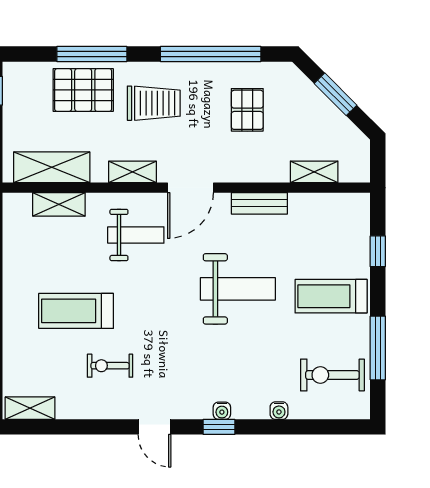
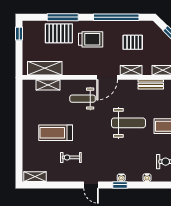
pallet: (247, 110) -> (133, 42), turned 90
shelving: (133, 172) -> (131, 70), moved
bench: (259, 203) -> (151, 84), moved
weight bench: (136, 235) -> (83, 99), turned 180

